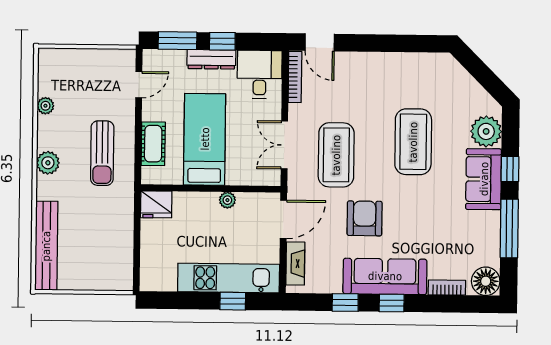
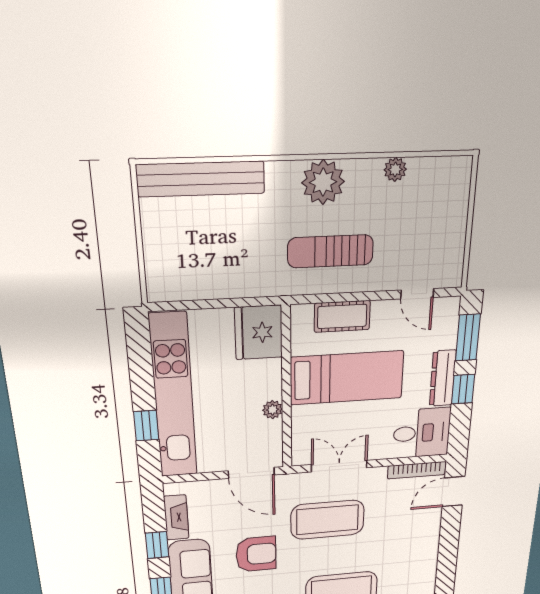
plant: (48, 163) -> (323, 182), width x1.36, depth x1.36
fridge: (156, 204) -> (259, 332), width x1.36, depth x1.34
fireplace: (295, 264) -> (176, 517), moved, turned -90
kitchen unit: (229, 278) -> (174, 397), width x1.36

